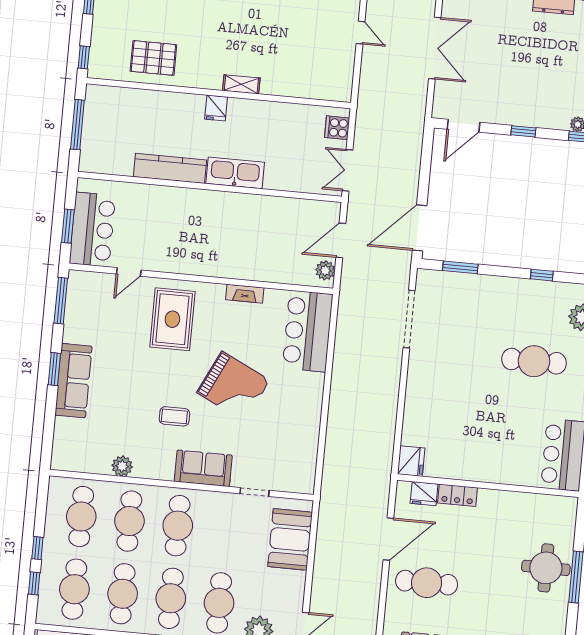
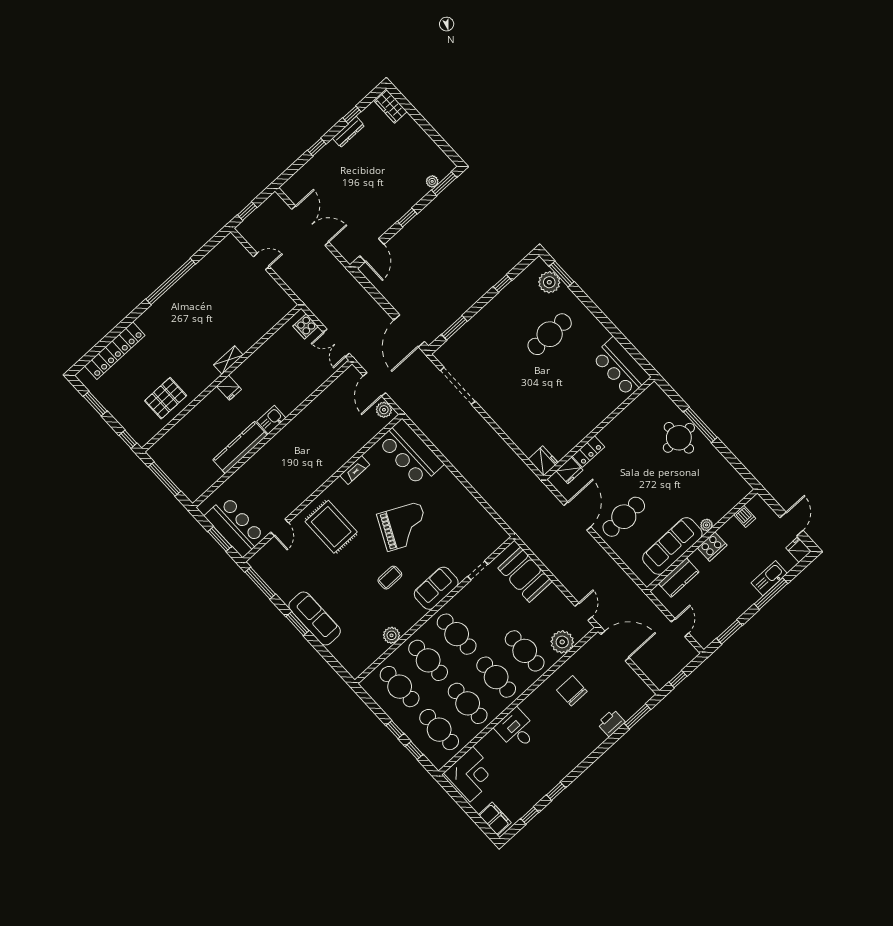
kitchen sink: (235, 173) -> (271, 420), width x0.53, depth x0.81

